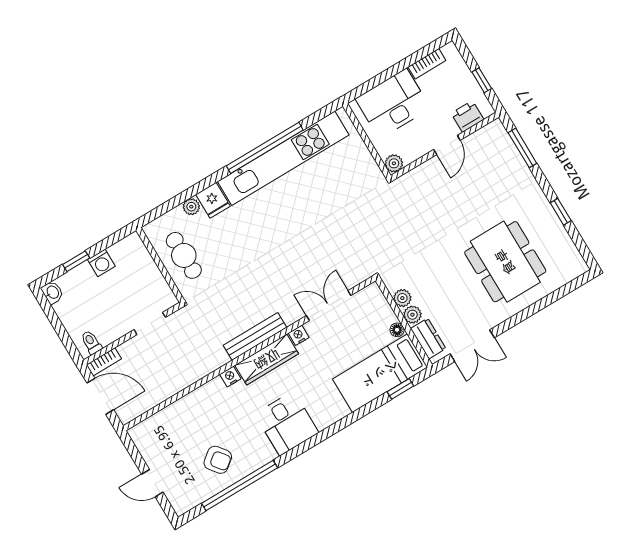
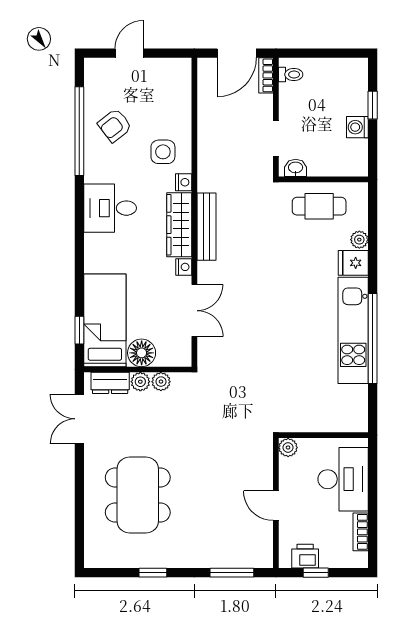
printer: (467, 116) -> (305, 556), moved, turned -90
kitchen unit: (283, 158) -> (353, 330), width x0.73
dining table: (505, 262) -> (138, 495), turned 90
washbasin: (52, 292) -> (296, 168), moved, turned 180
floor lamp: (397, 330) -> (142, 353), width x1.89, depth x1.89
side table: (216, 408) -> (163, 152), added

